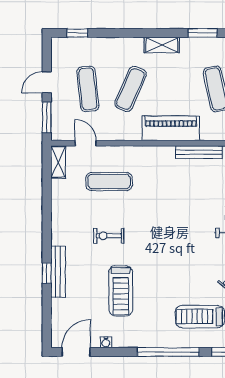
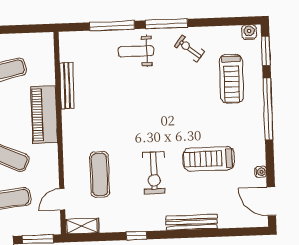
exercise bike: (109, 236) -> (154, 173), width x1.38, depth x1.39
window: (47, 273) -> (137, 236), moved
treadmill: (121, 291) -> (209, 159), turned 180

